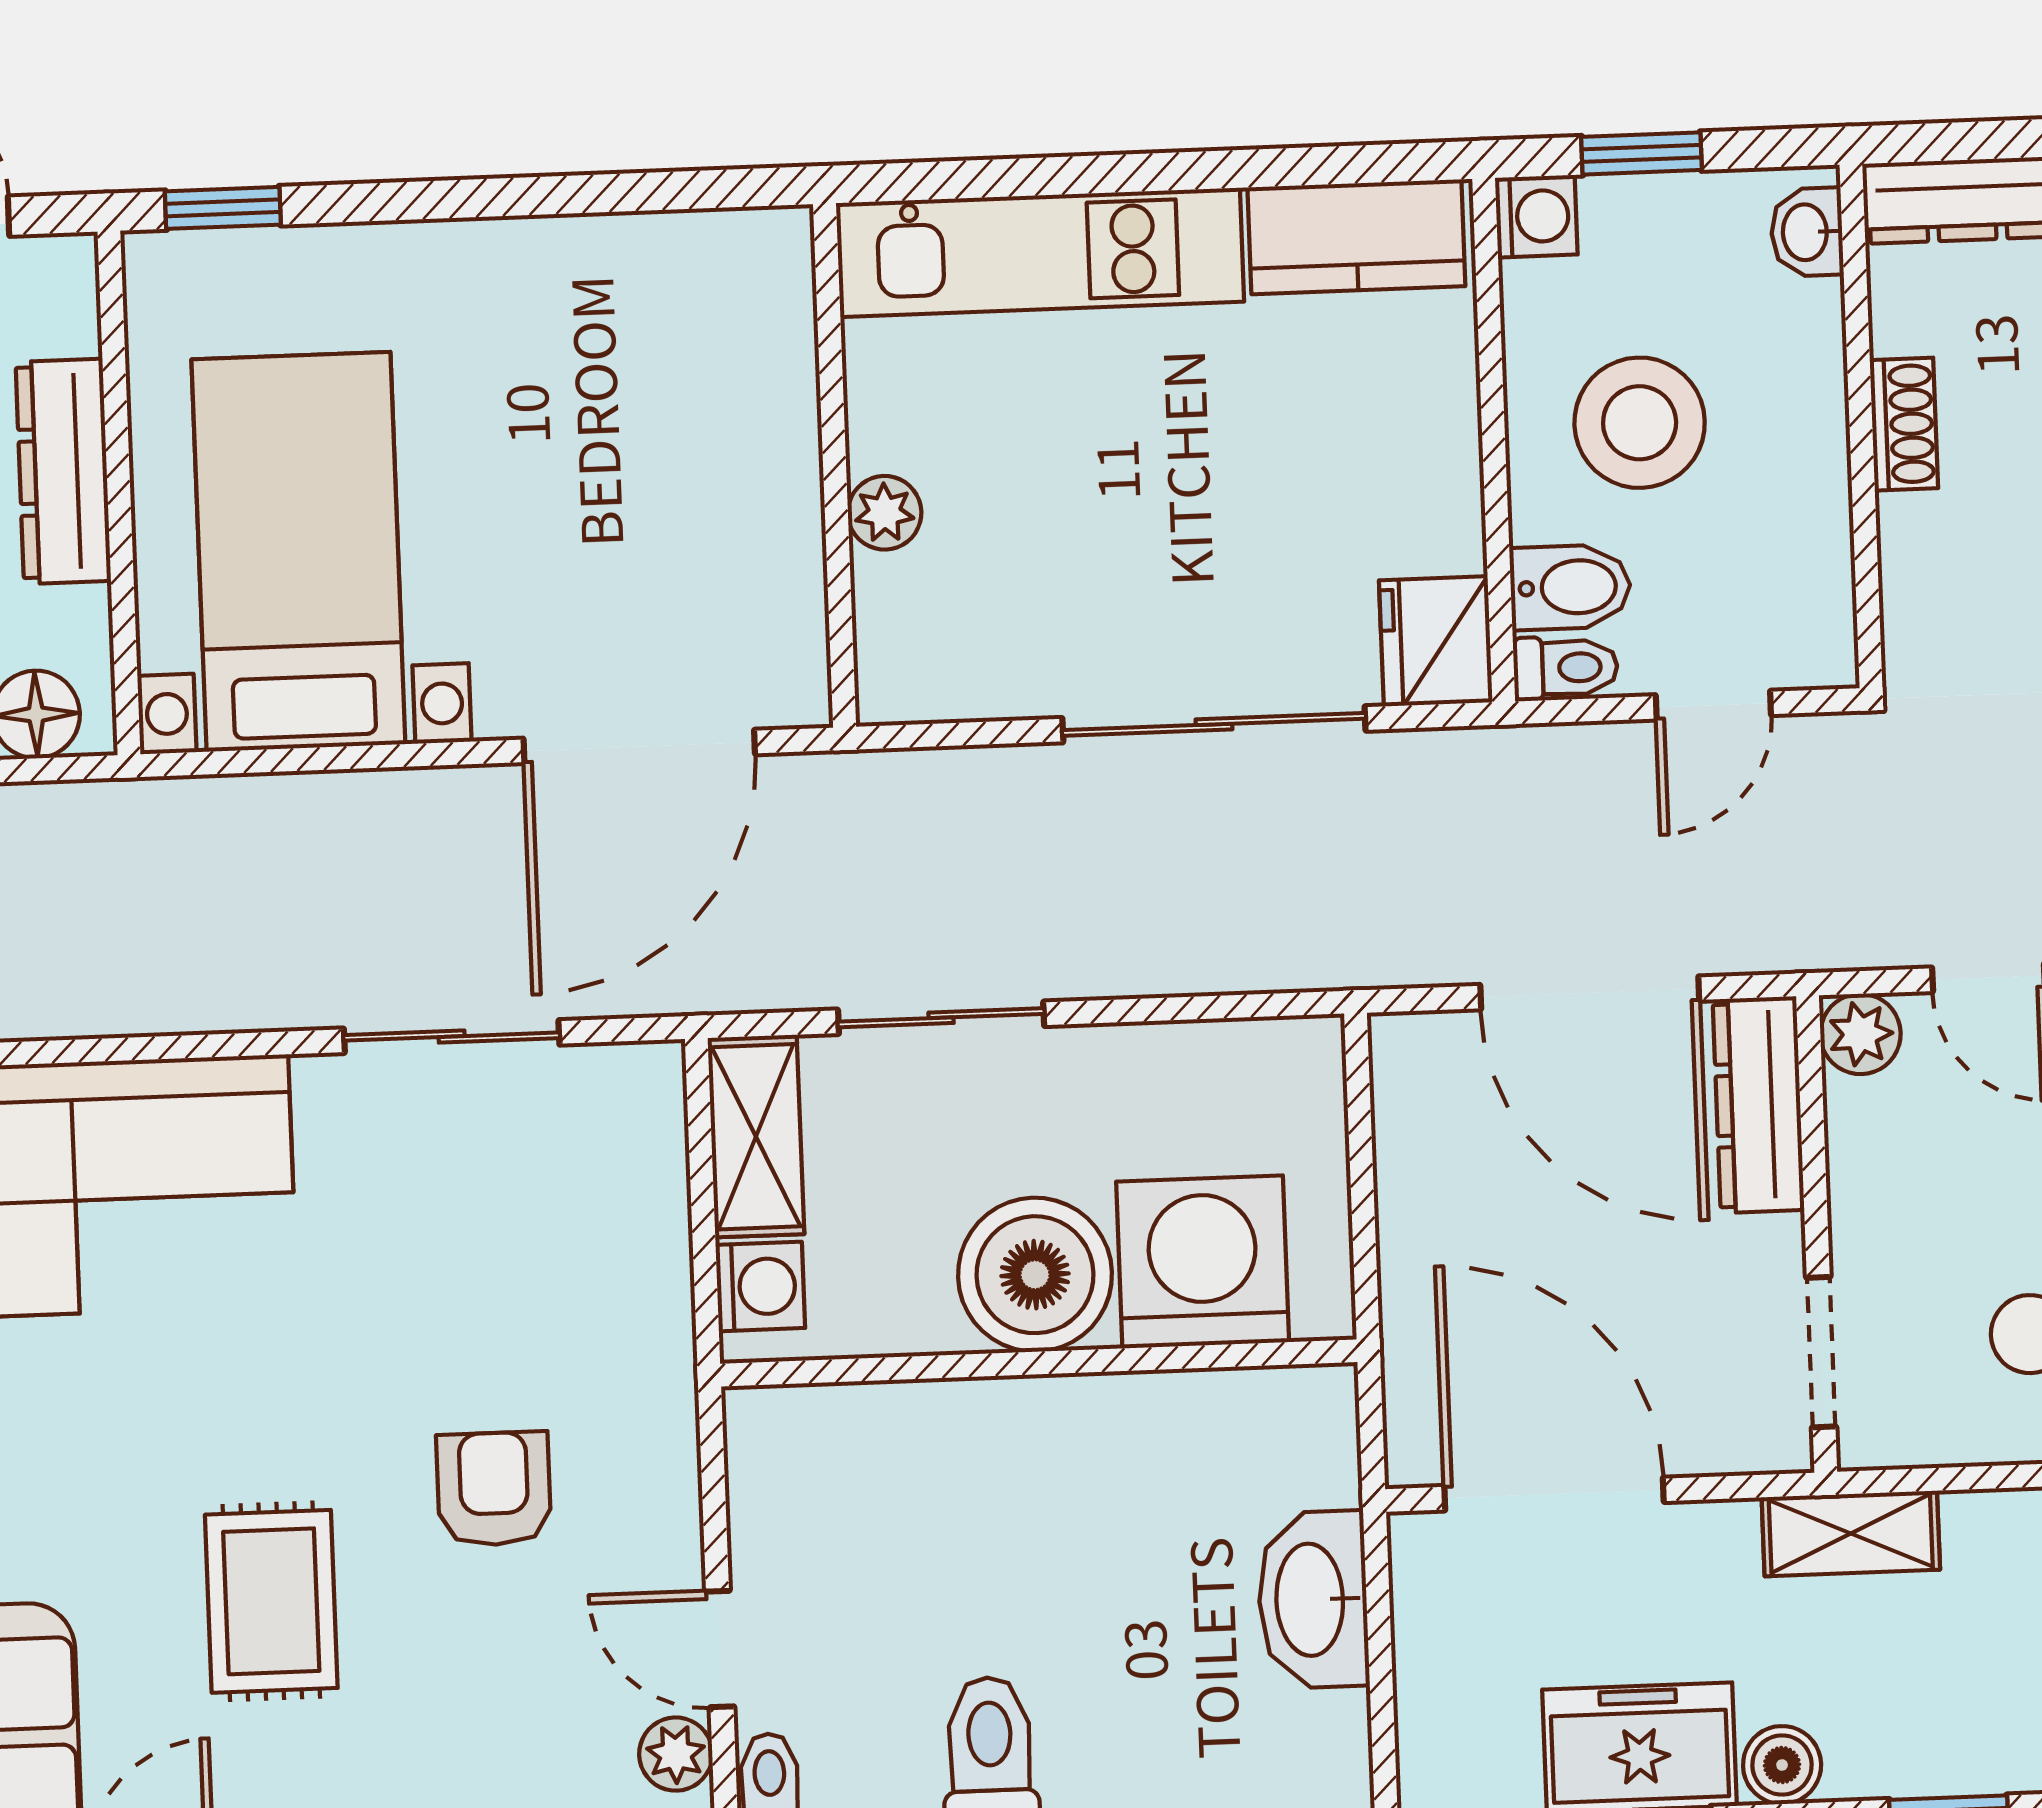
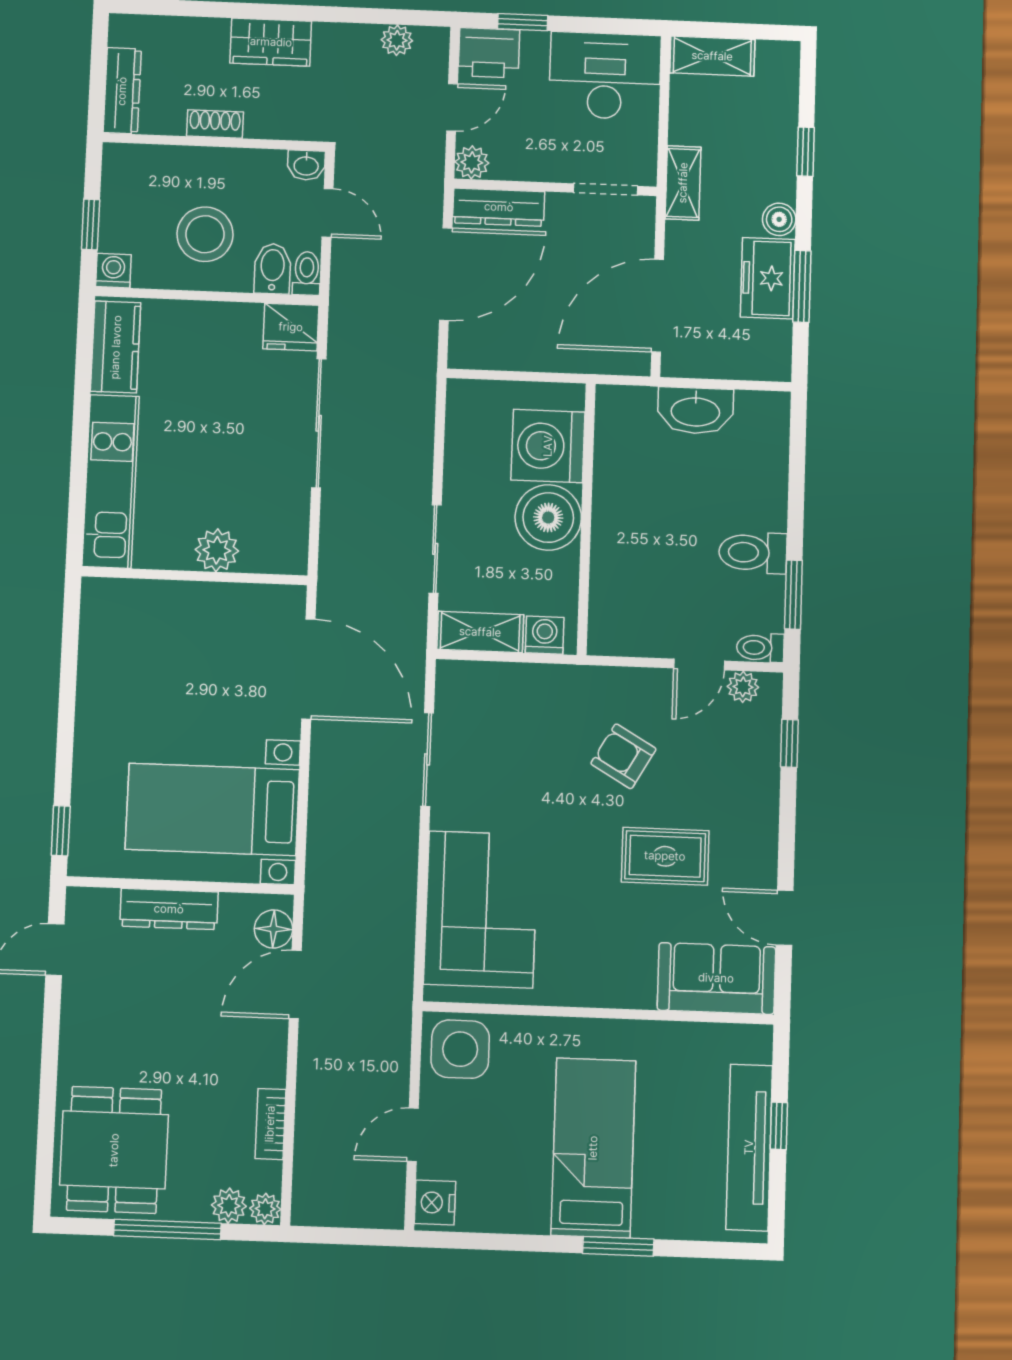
washbasin: (1807, 232) -> (306, 165), moved
plant: (885, 513) -> (217, 550), width x1.38, depth x1.38
armchair: (494, 1489) -> (623, 756), turned 30

